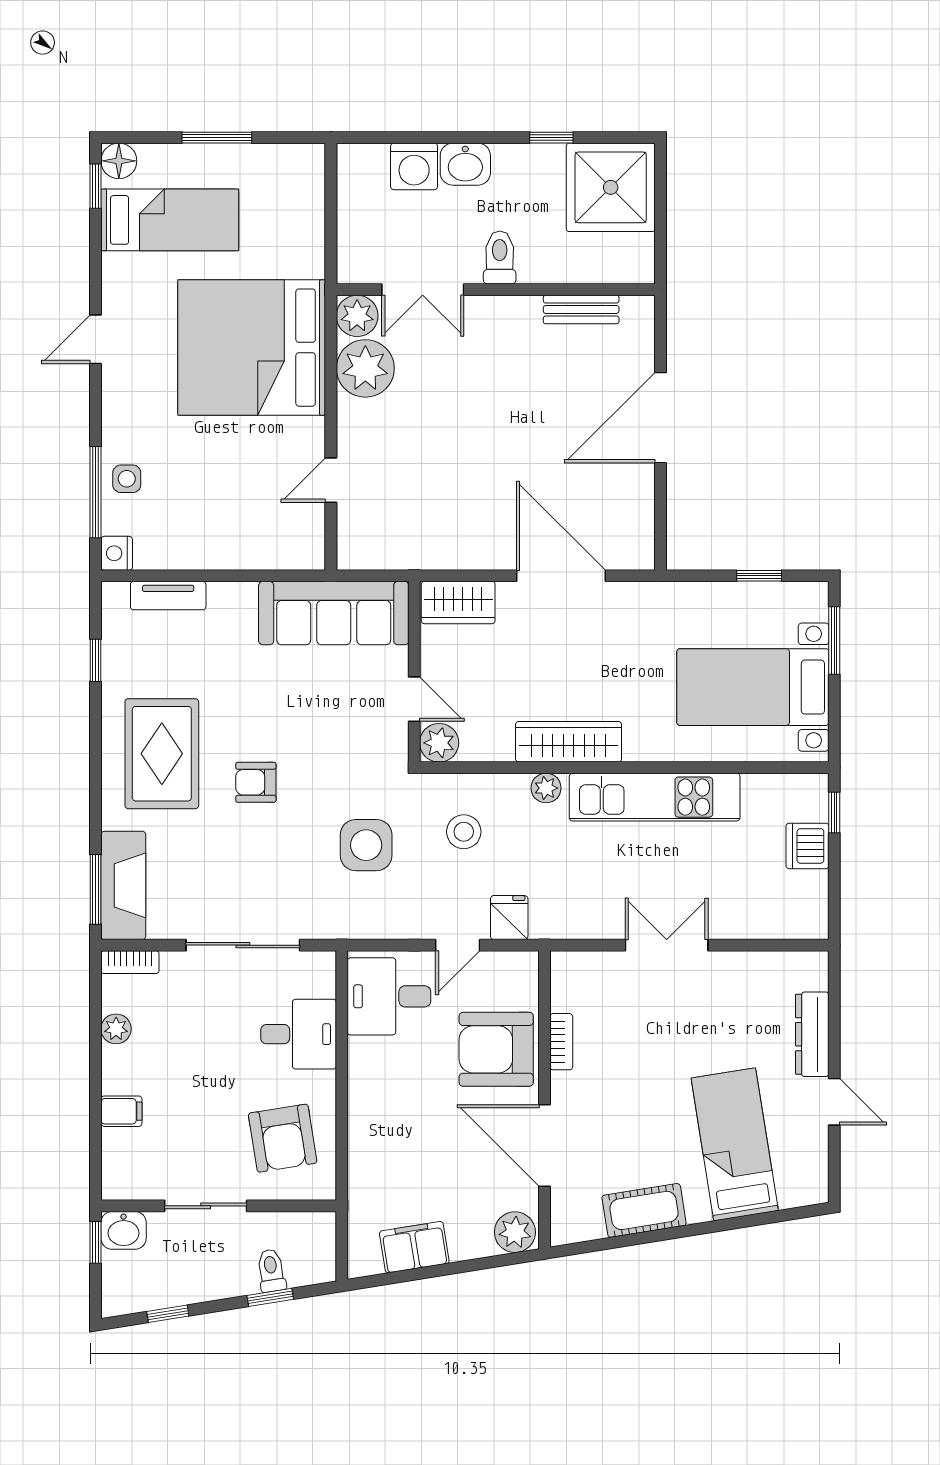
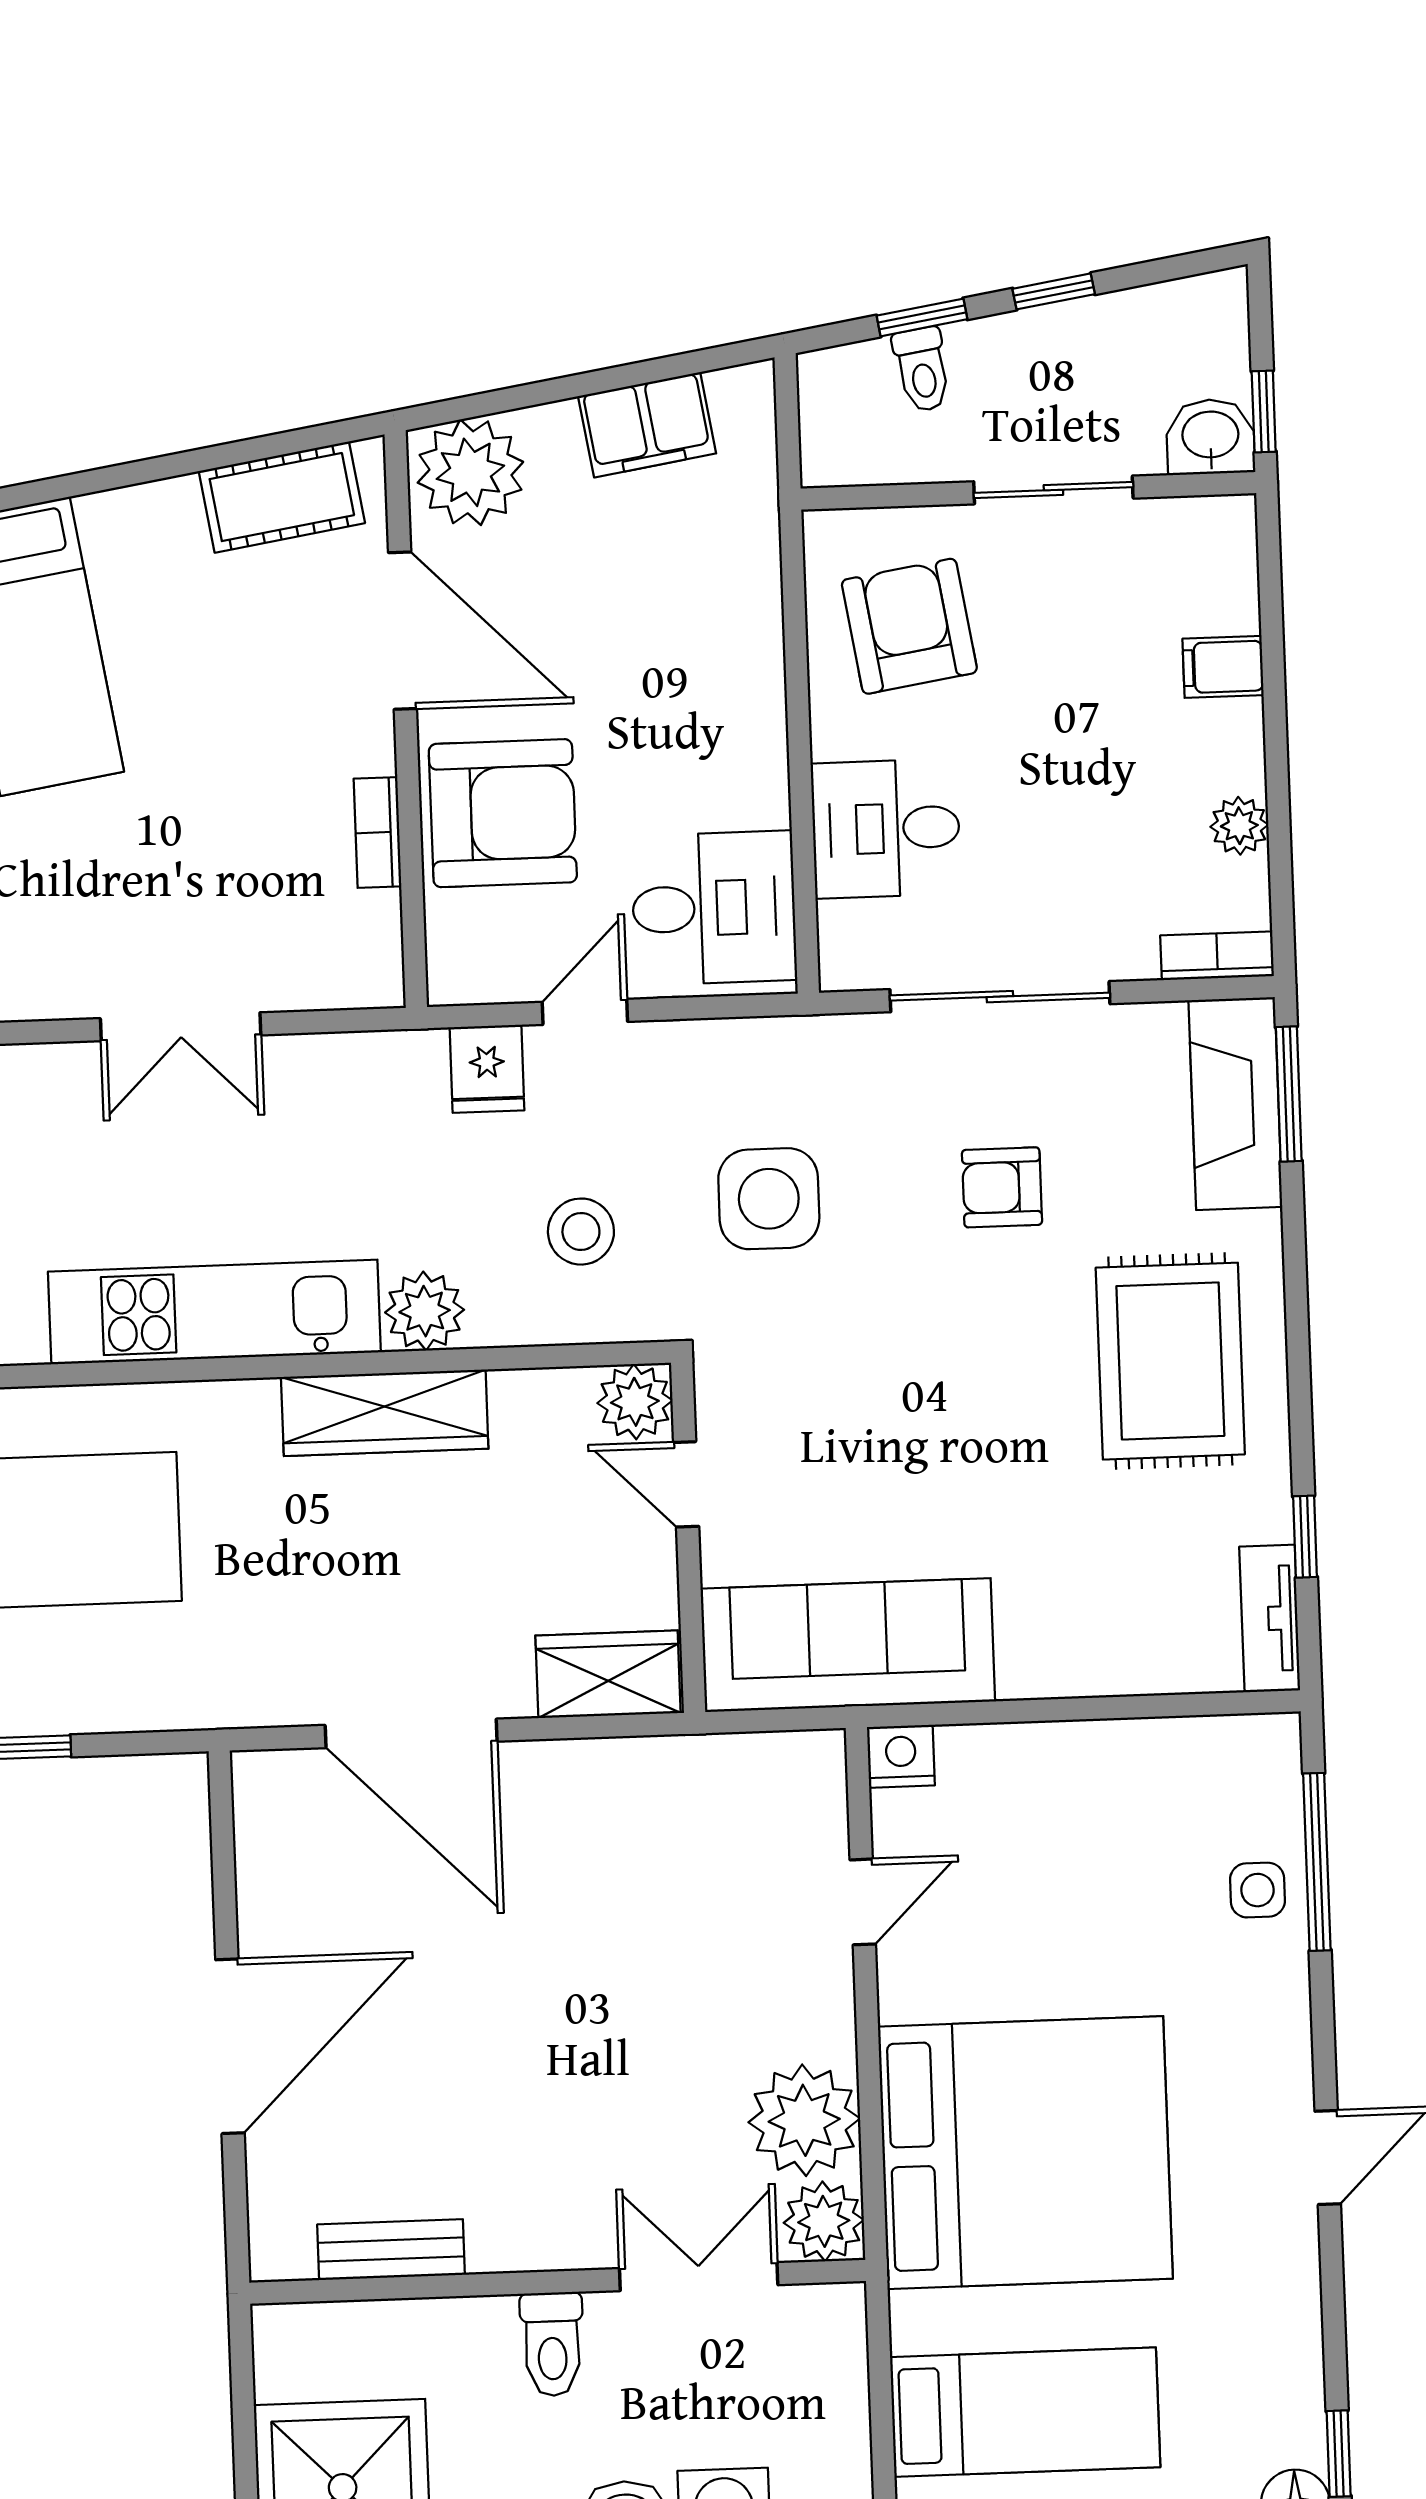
bed: (170, 220) -> (1025, 2412), moved, turned 180
nightstand: (117, 553) -> (901, 1756), moved, turned -90
tv unit: (168, 596) -> (1270, 1618), moved, turned -90
armchair: (256, 782) -> (1002, 1187), moved, turned 180
plant: (546, 788) -> (425, 1311), width x1.38, depth x1.38
cot: (644, 1210) -> (282, 497), moved
plant: (515, 1232) -> (470, 472), width x1.36, depth x1.36
window: (168, 1314) -> (1054, 291), moved

